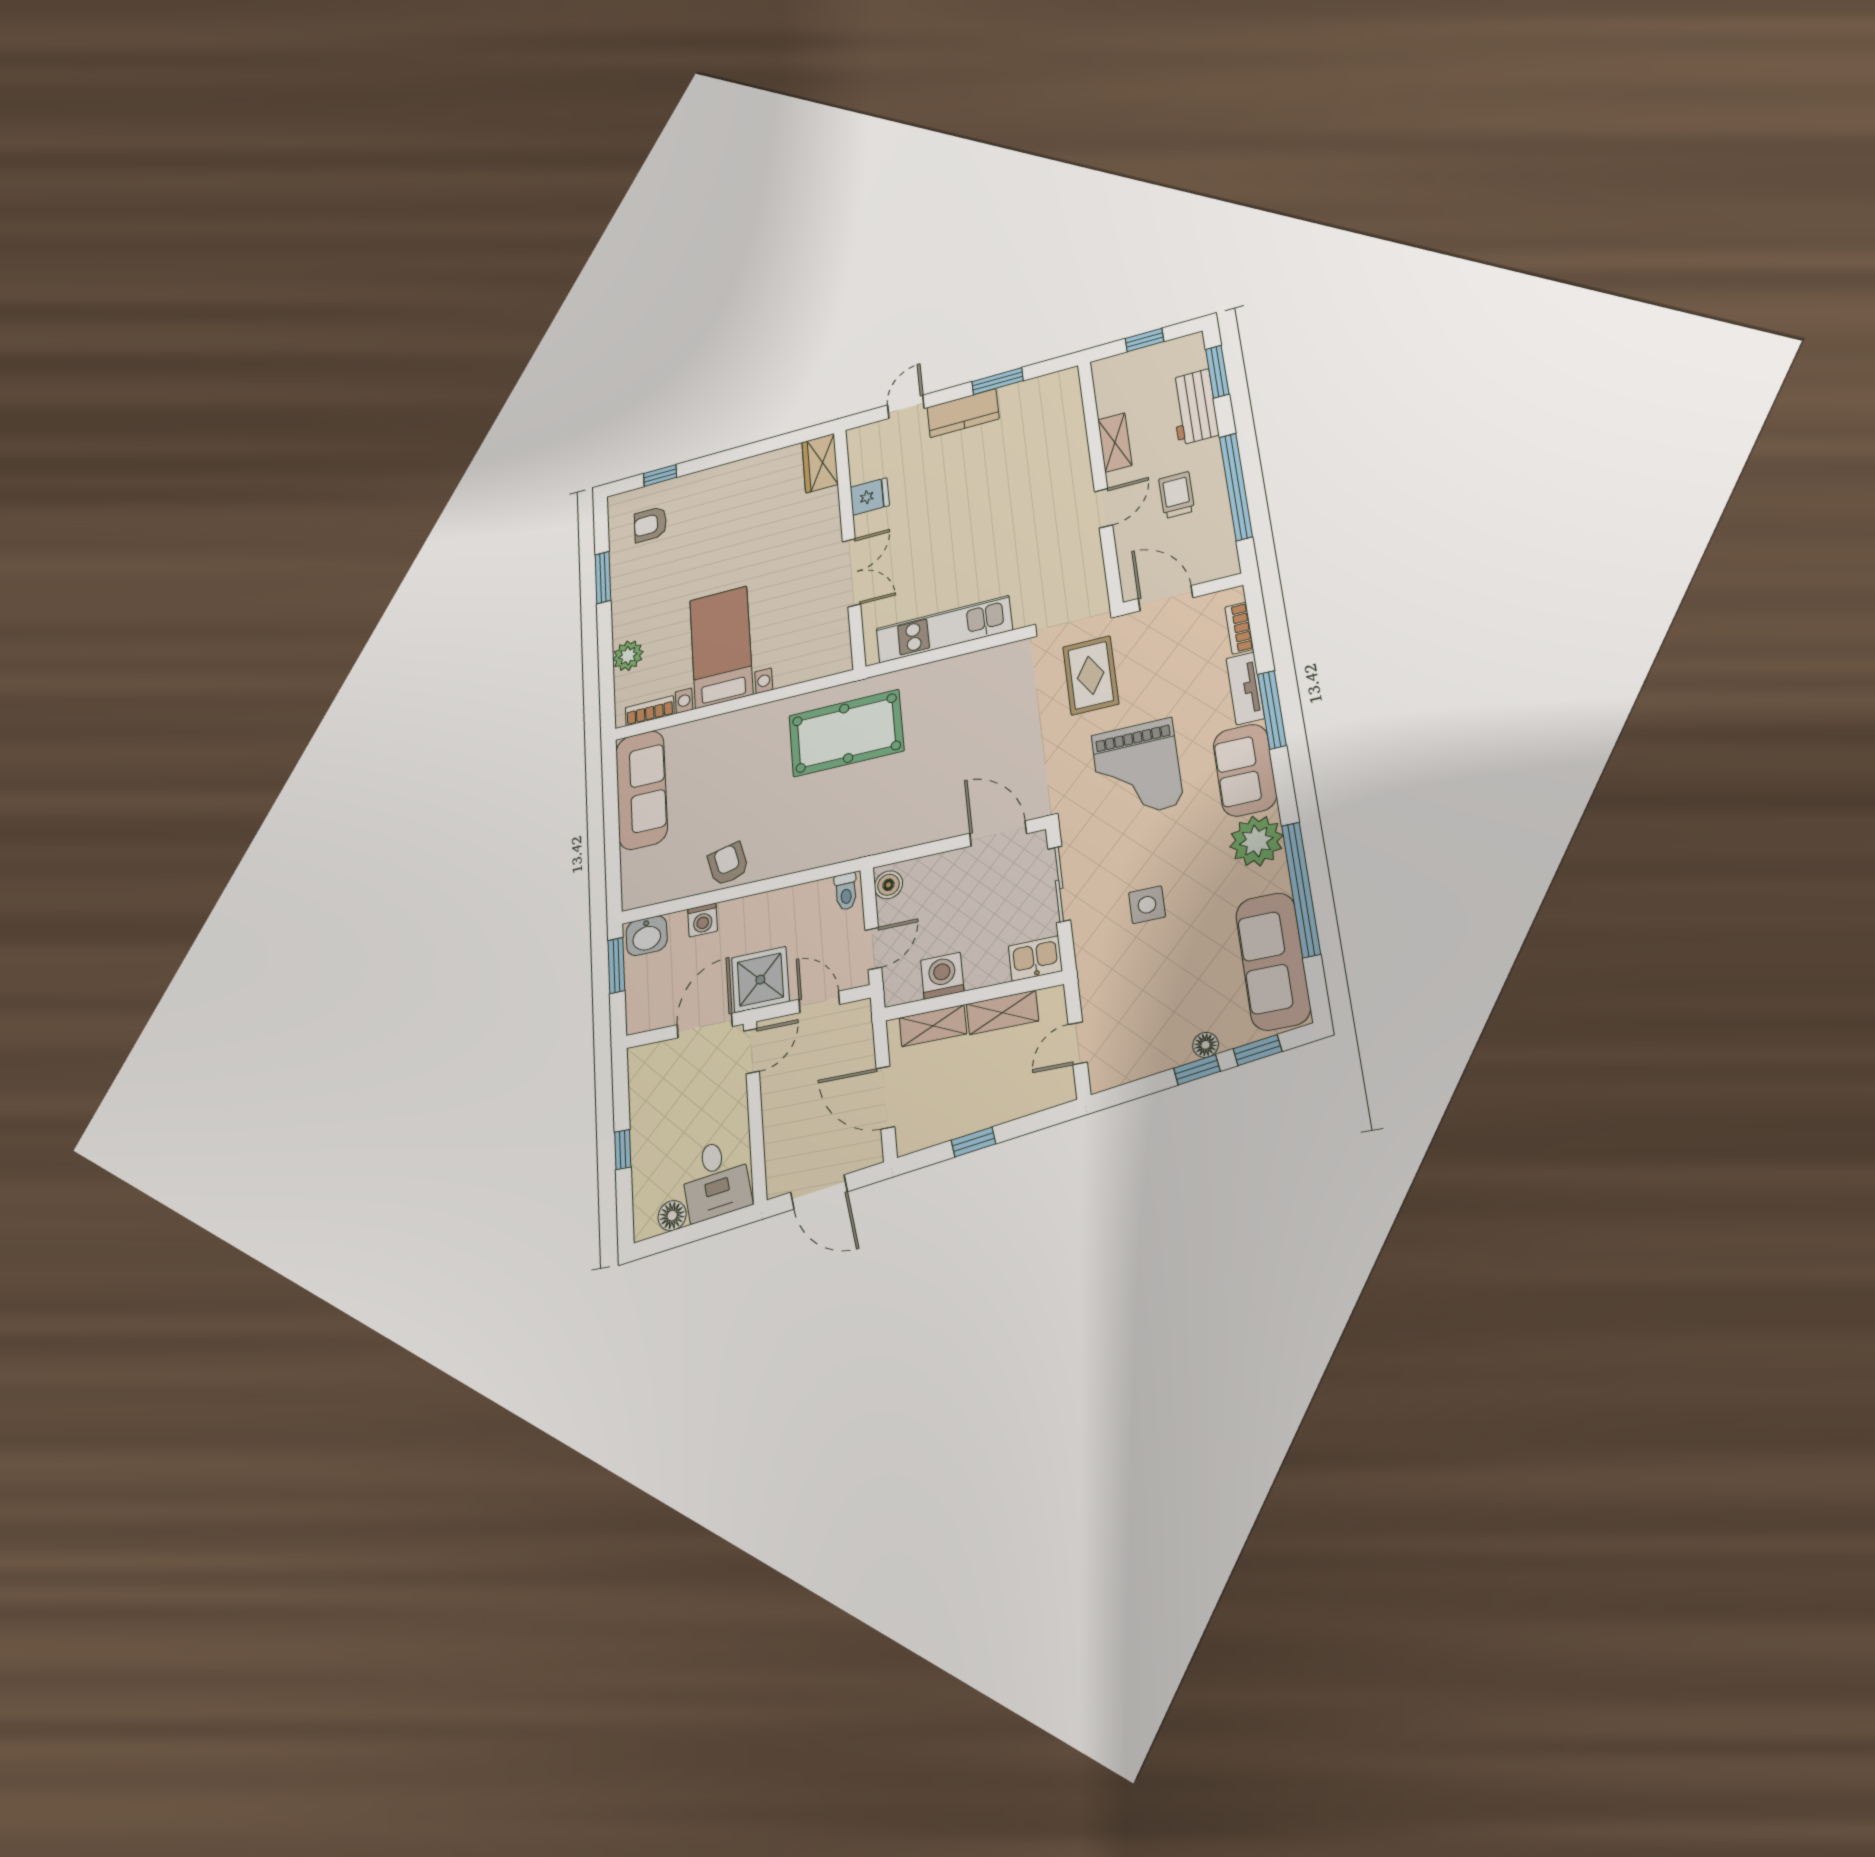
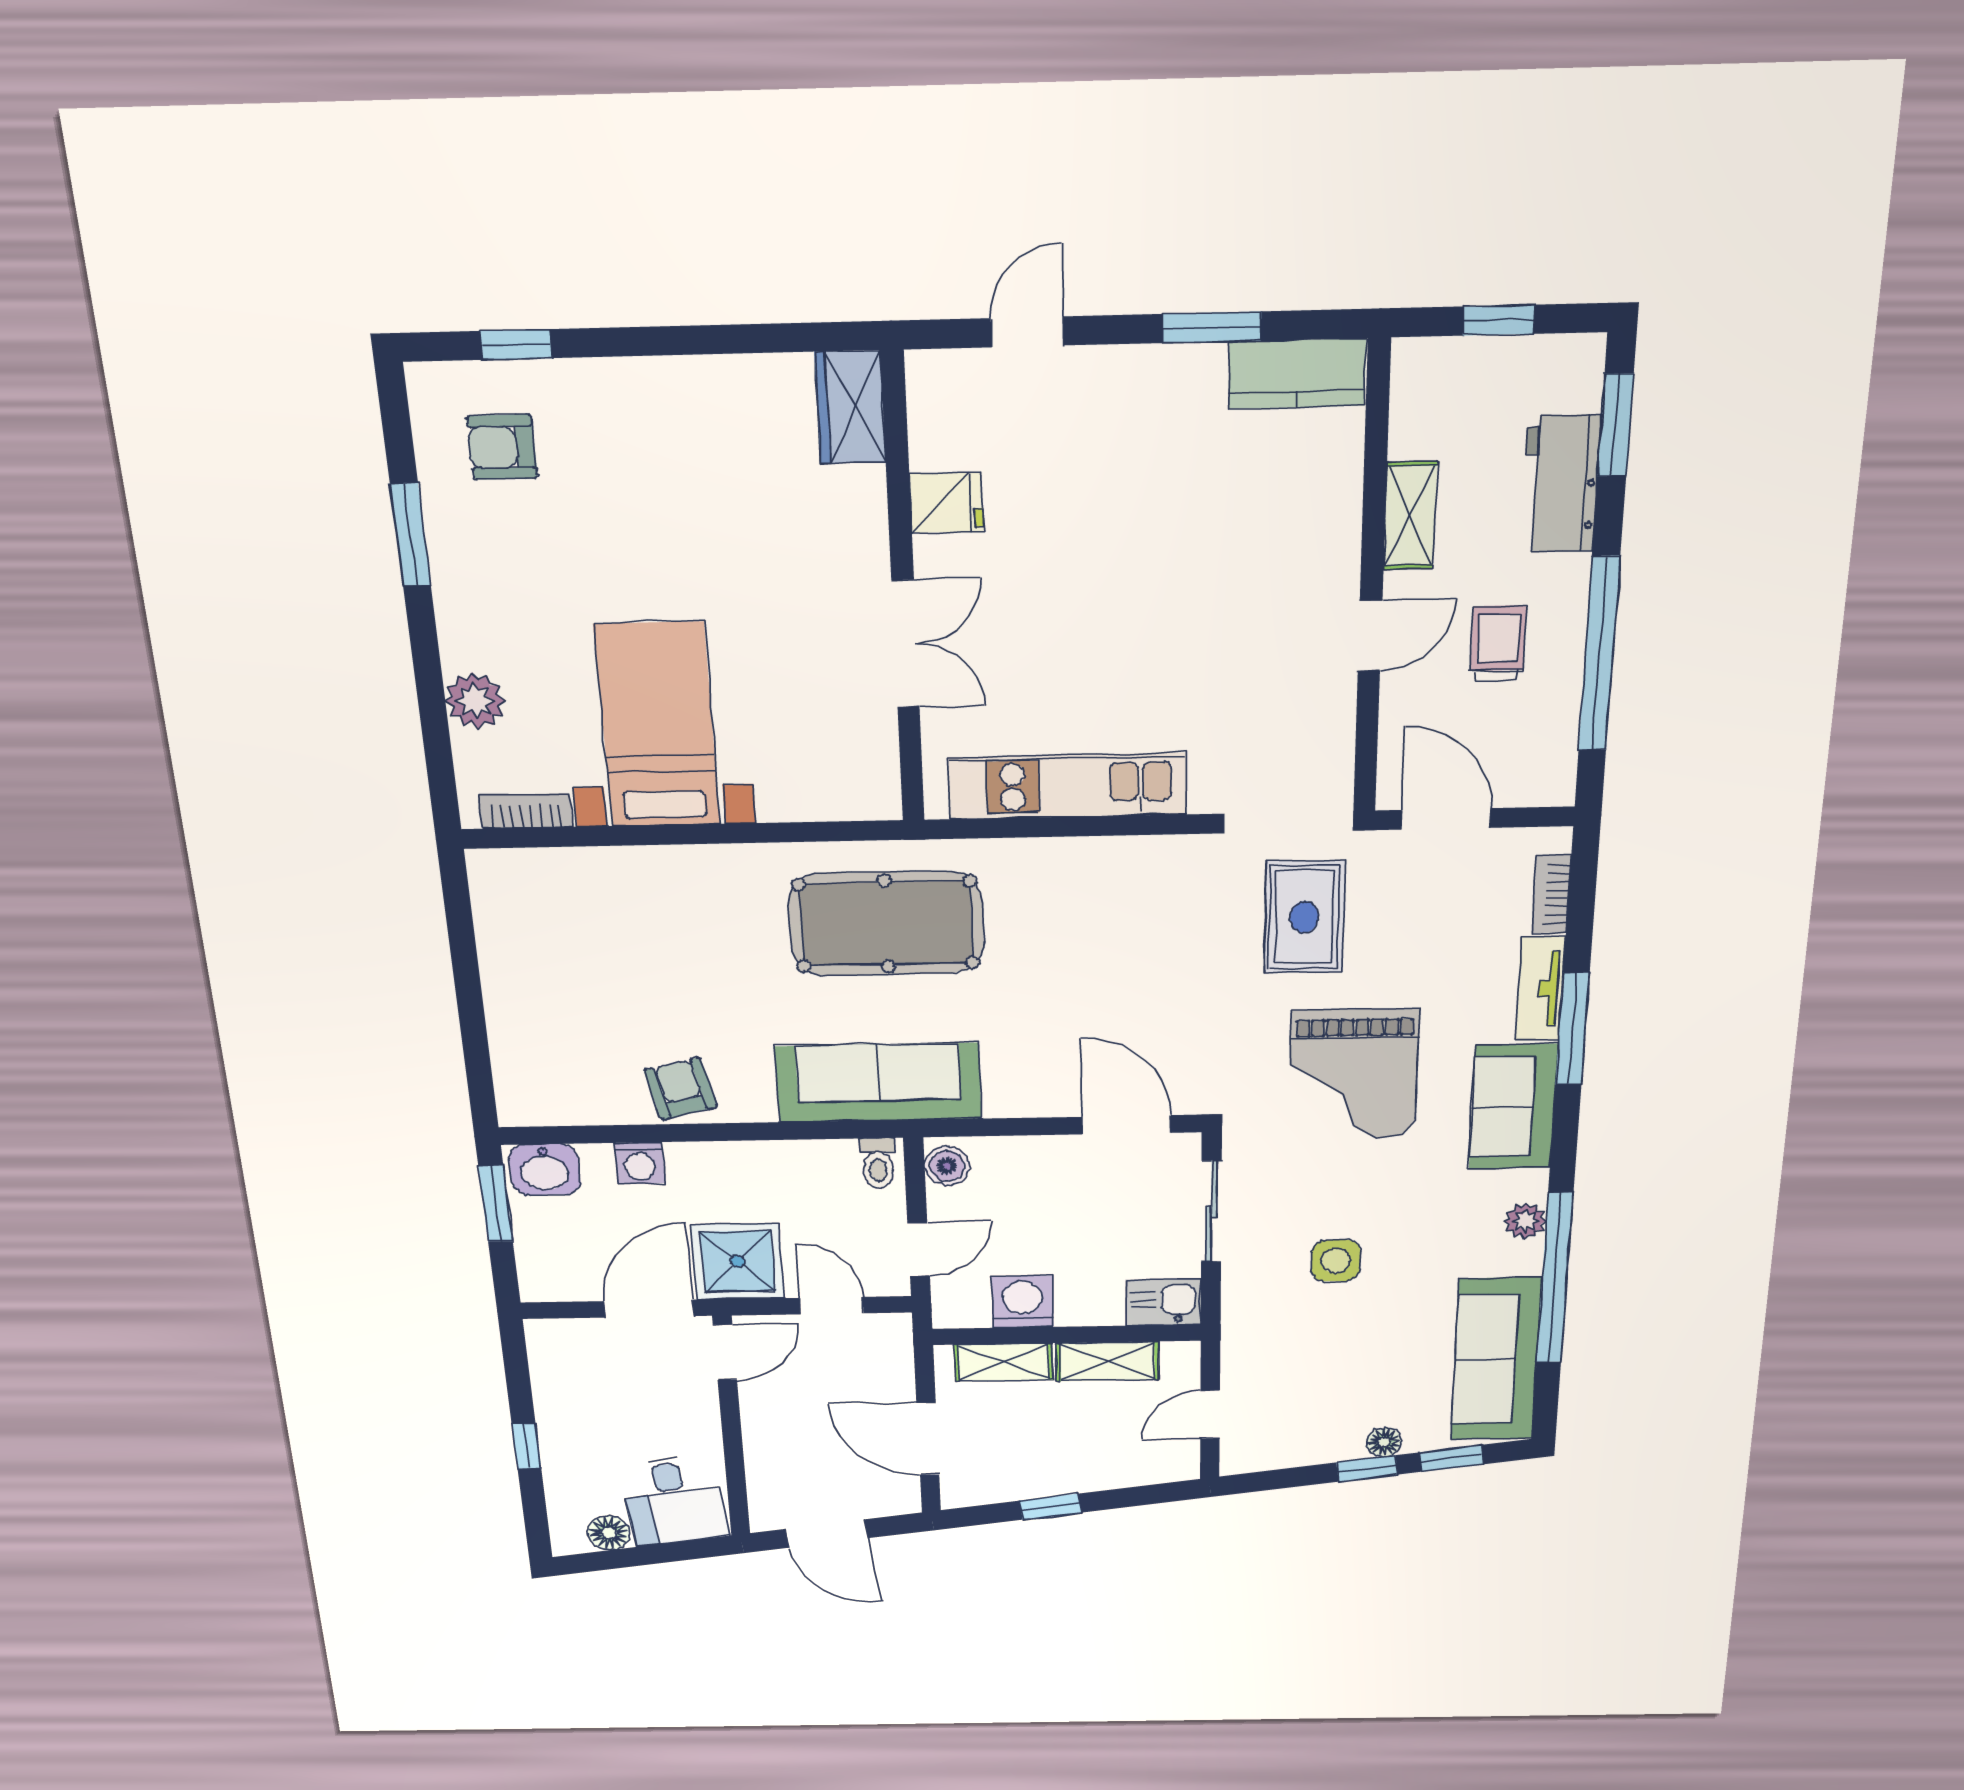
kitchen counter: (963, 413) -> (1297, 374), moved
sofa: (641, 790) -> (879, 1083), moved, turned -90
plant: (1256, 841) -> (1525, 1221), width x0.53, depth x0.53

